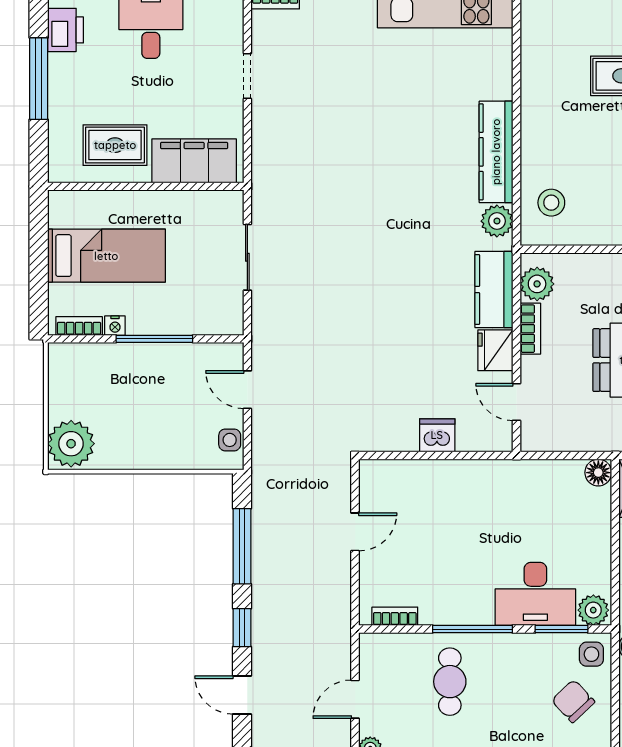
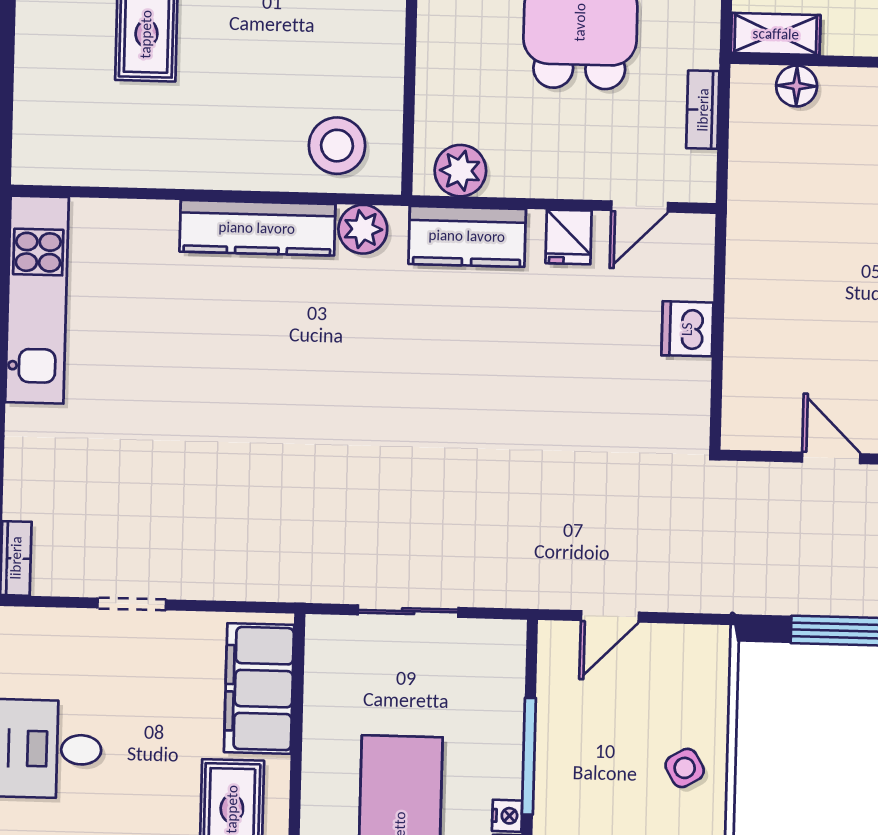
stool: (551, 203) -> (337, 146), width x1.38, depth x1.38
bookcase: (530, 329) -> (703, 110), moved, turned -90
fridge: (495, 350) -> (569, 237), width x0.72
side table: (230, 440) -> (685, 768), moved, turned -30
floor lamp: (598, 473) -> (797, 86), moved

